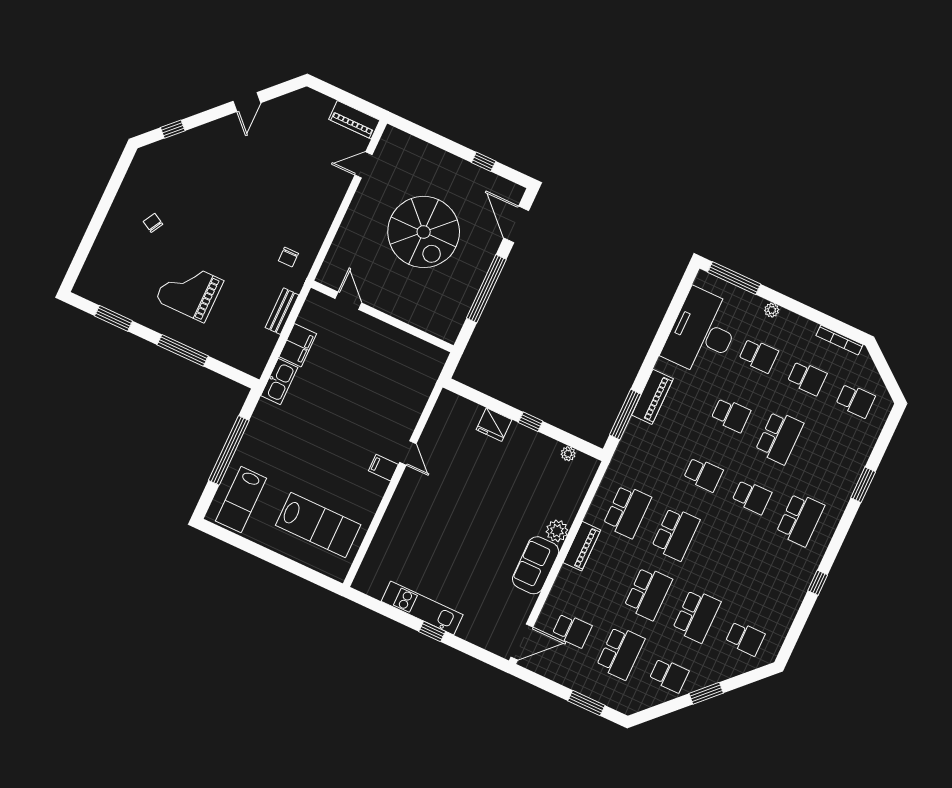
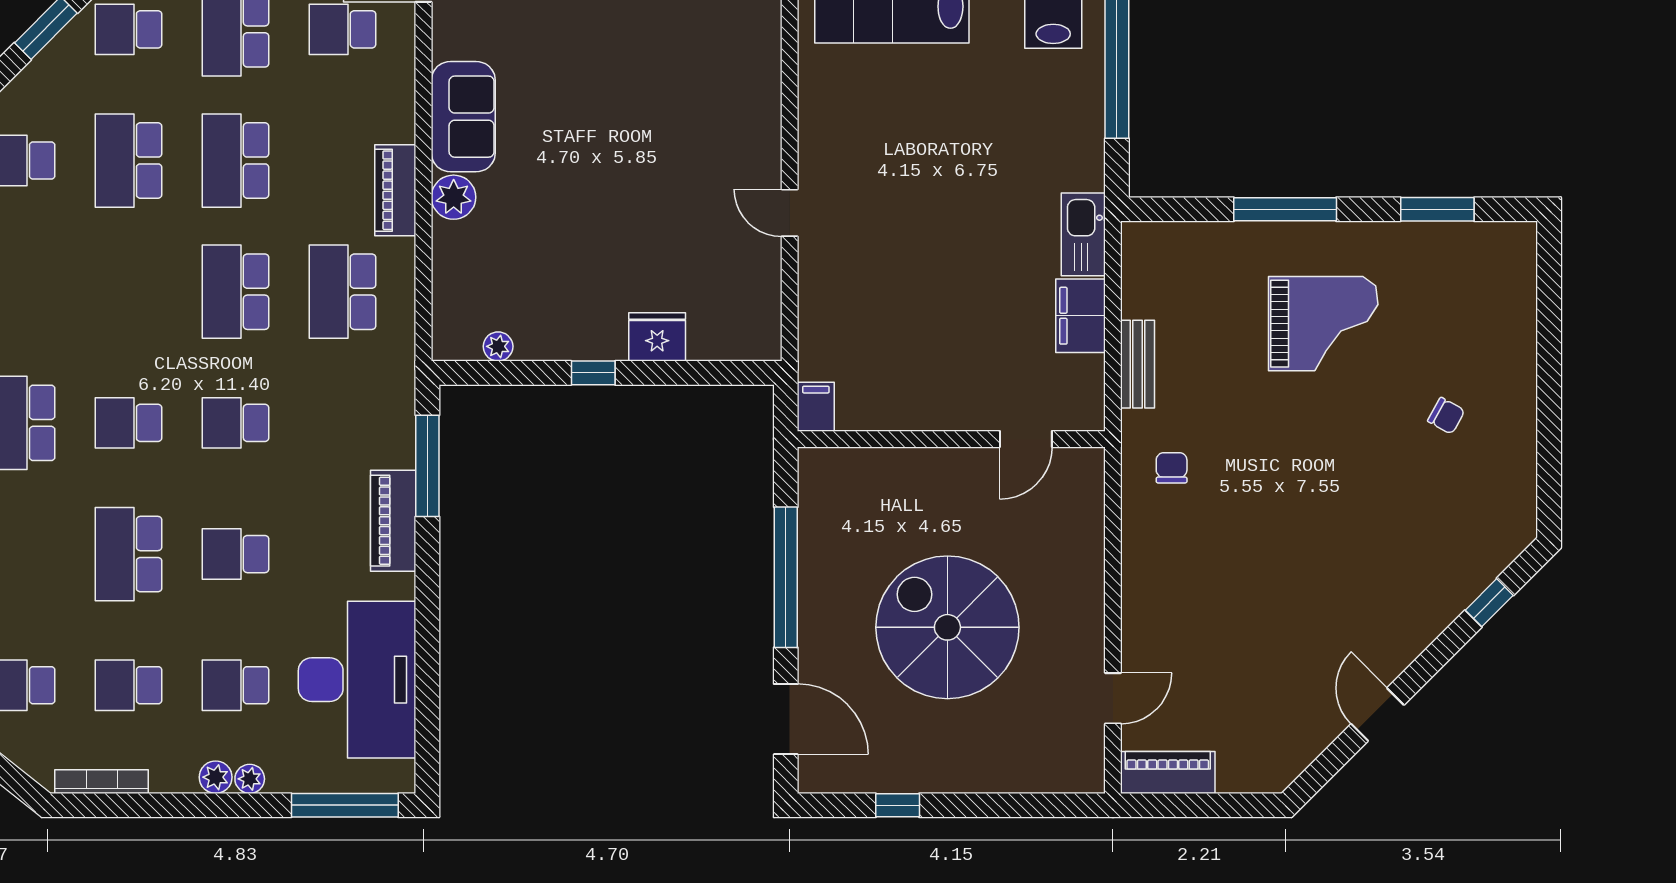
door: (348, 301) -> (1026, 439), hinge flipped
plant: (787, 318) -> (216, 777), added
filing cabinet: (383, 468) -> (816, 407), moved, turned -90

